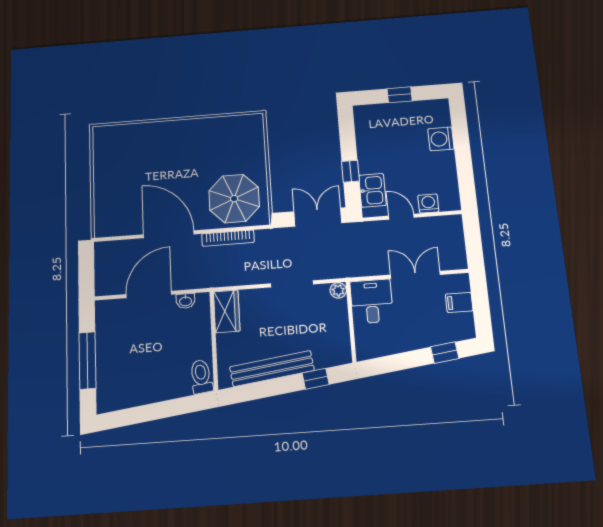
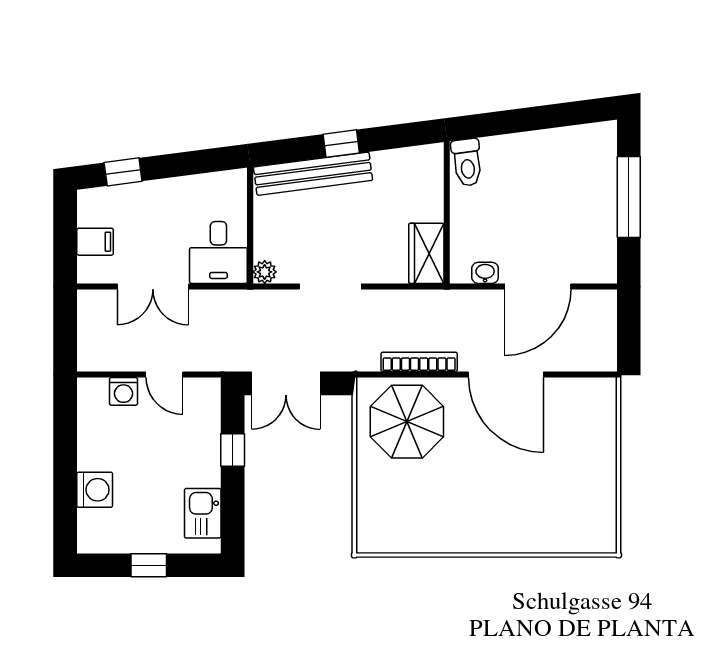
kitchen sink: (372, 190) -> (203, 513), moved
bench: (272, 369) -> (313, 174), moved
window: (316, 379) -> (341, 144), moved

